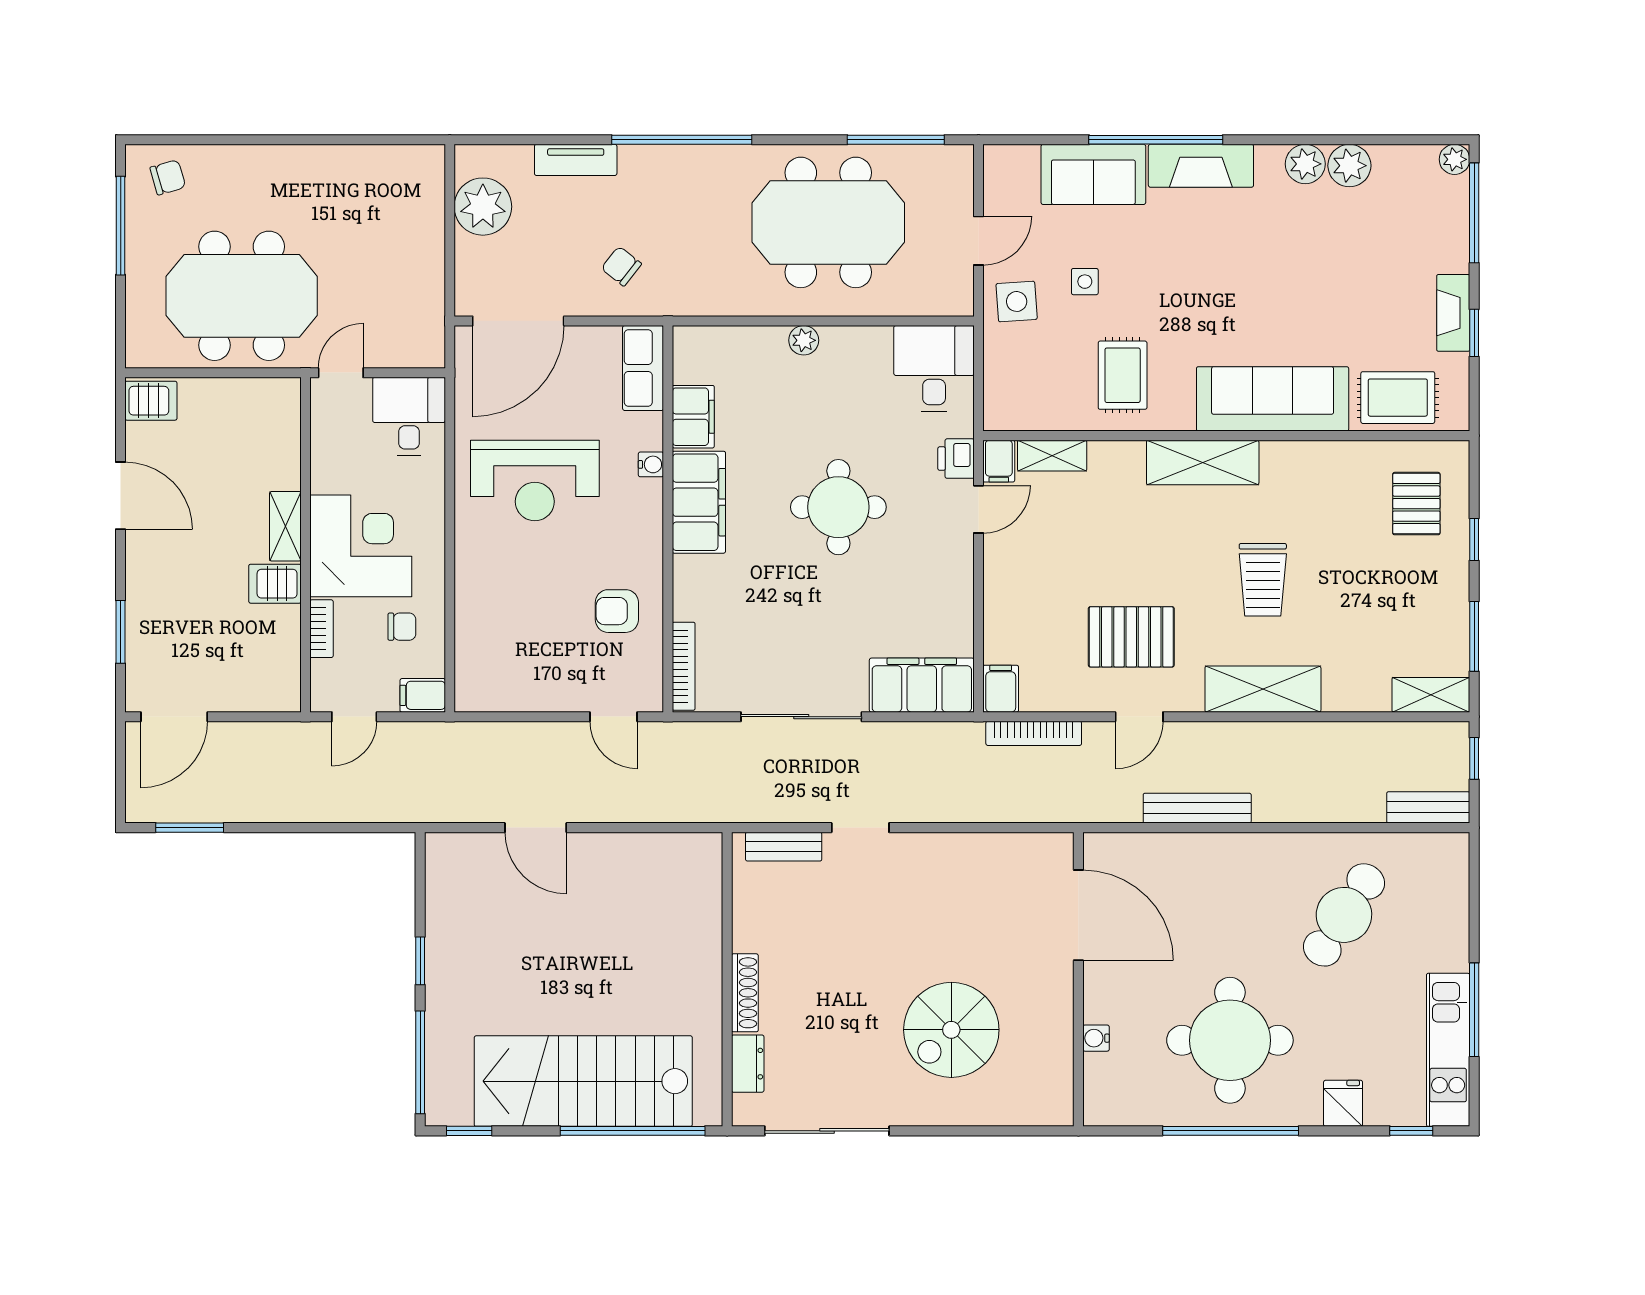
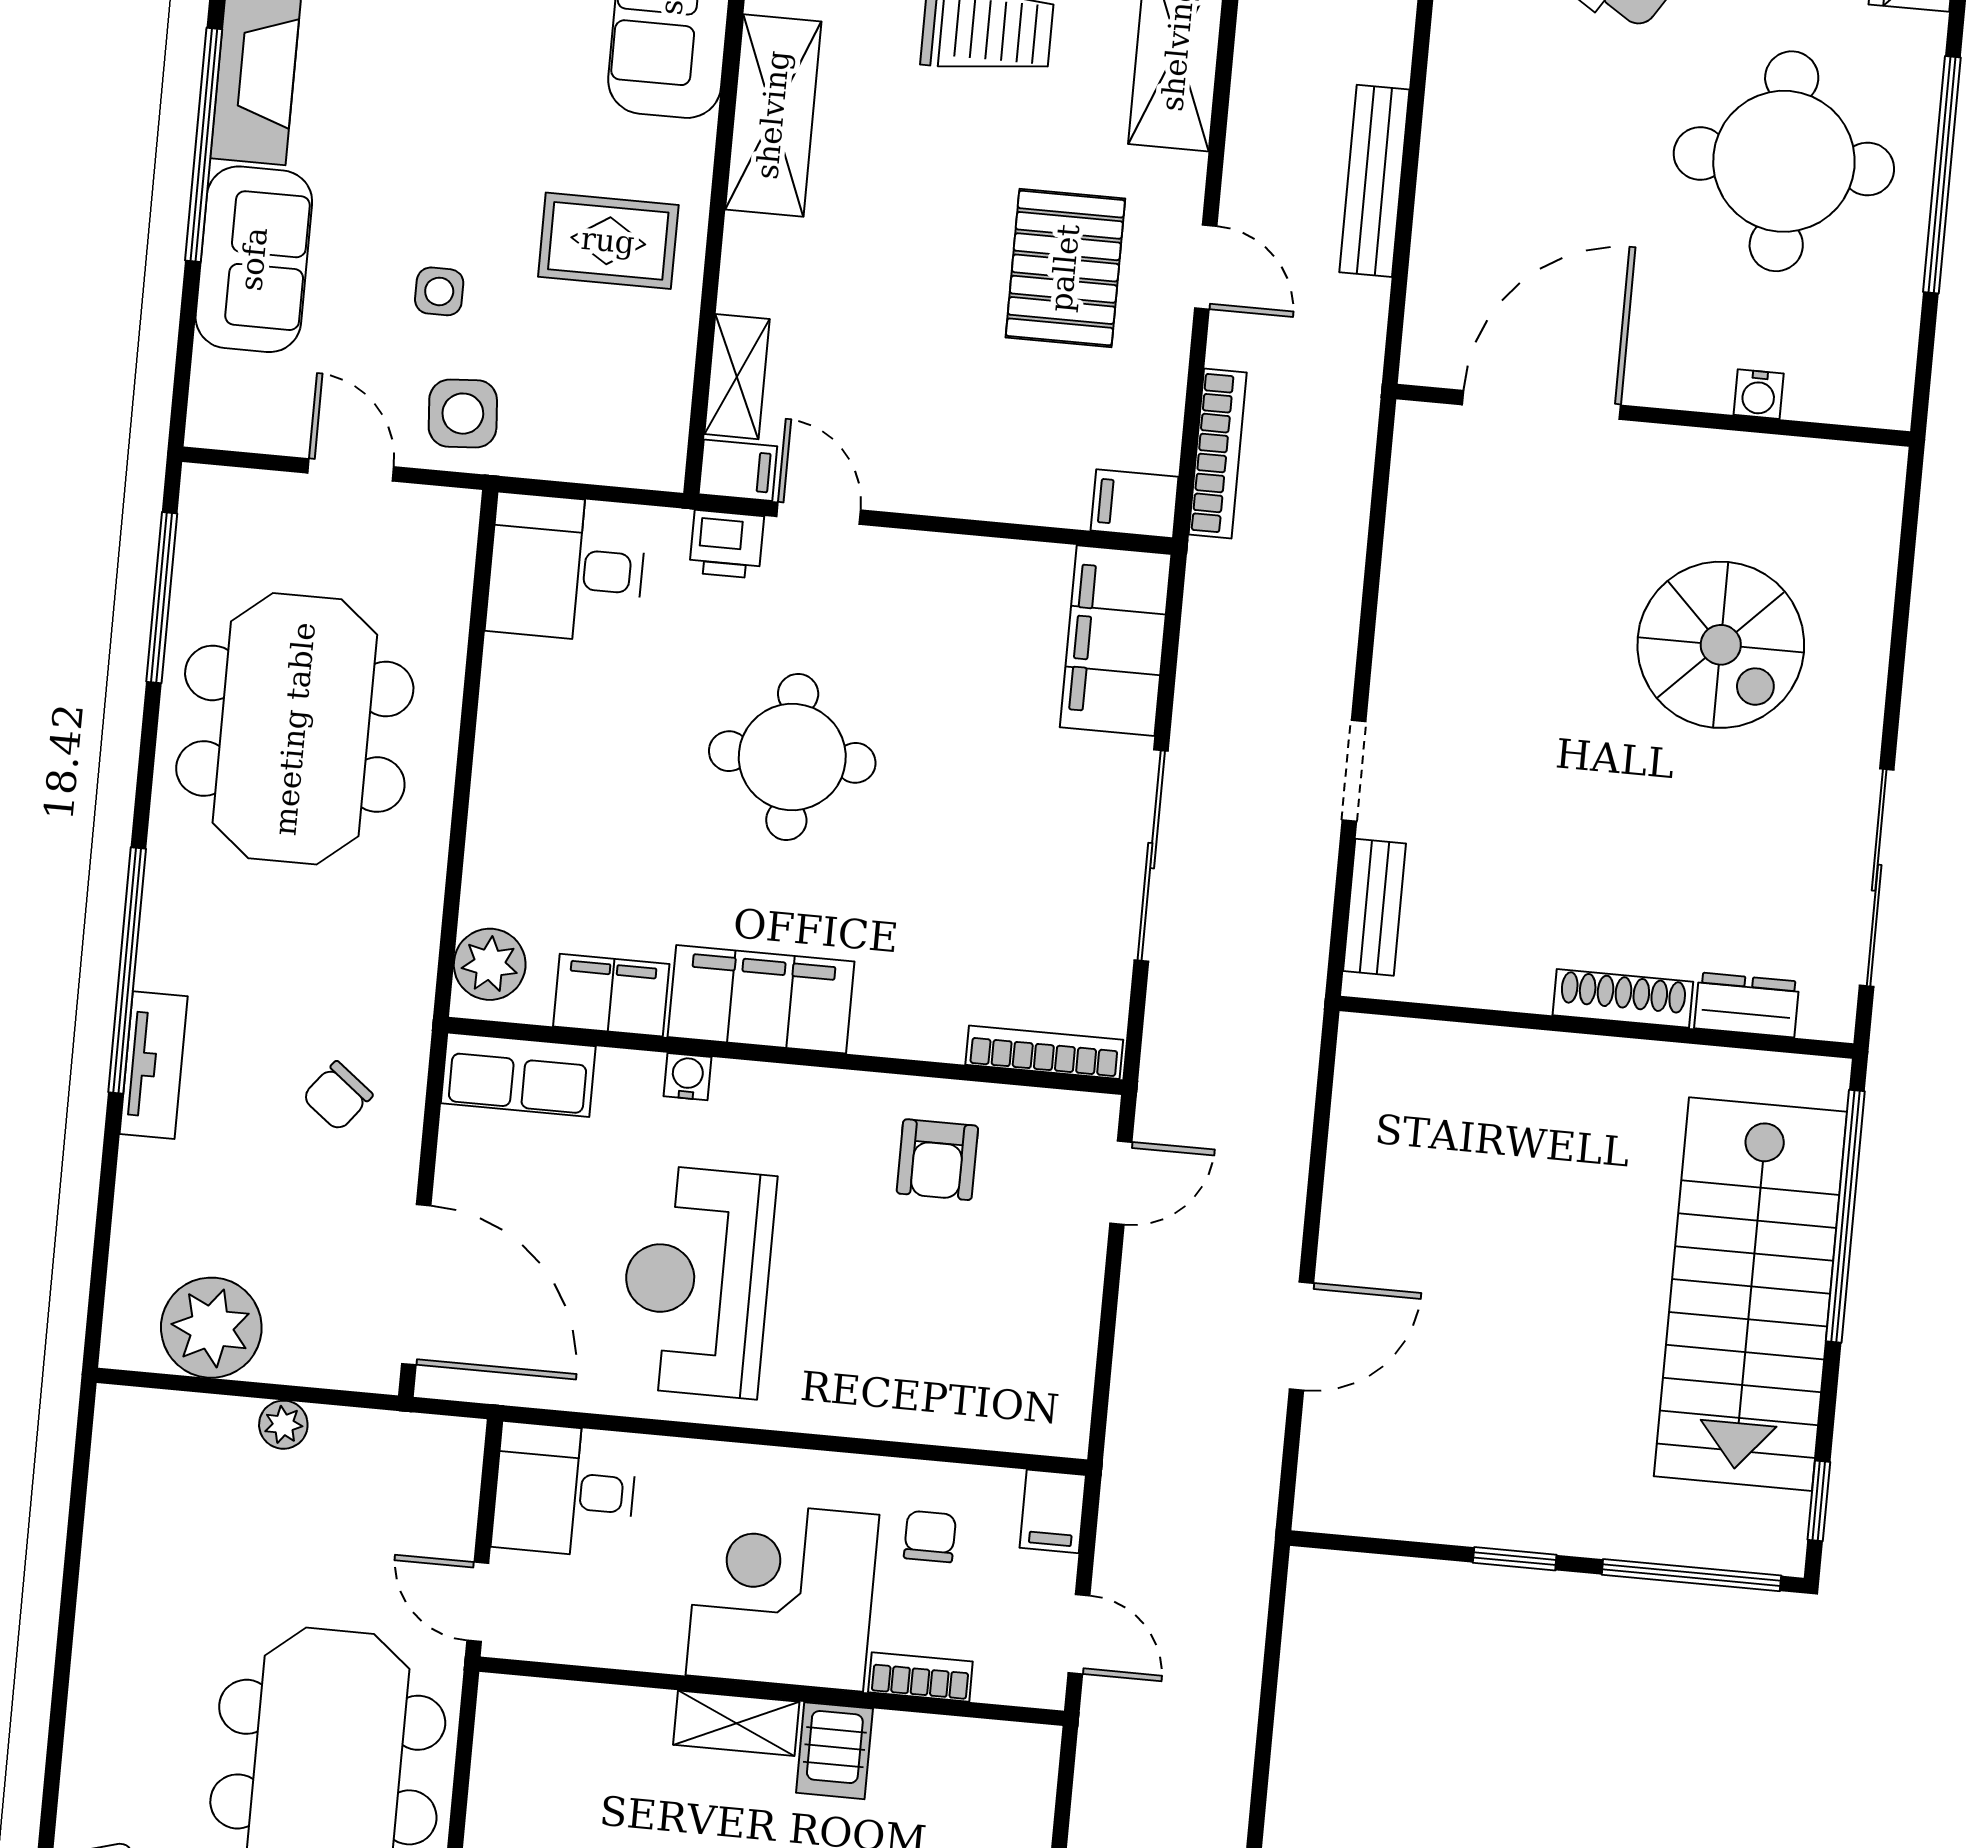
tv unit: (576, 160) -> (154, 1065), moved
plant: (431, 253) -> (283, 1425), added
plant: (804, 340) -> (490, 964), moved, width x1.38, depth x1.38
reception desk: (535, 480) -> (697, 1281), turned 180

